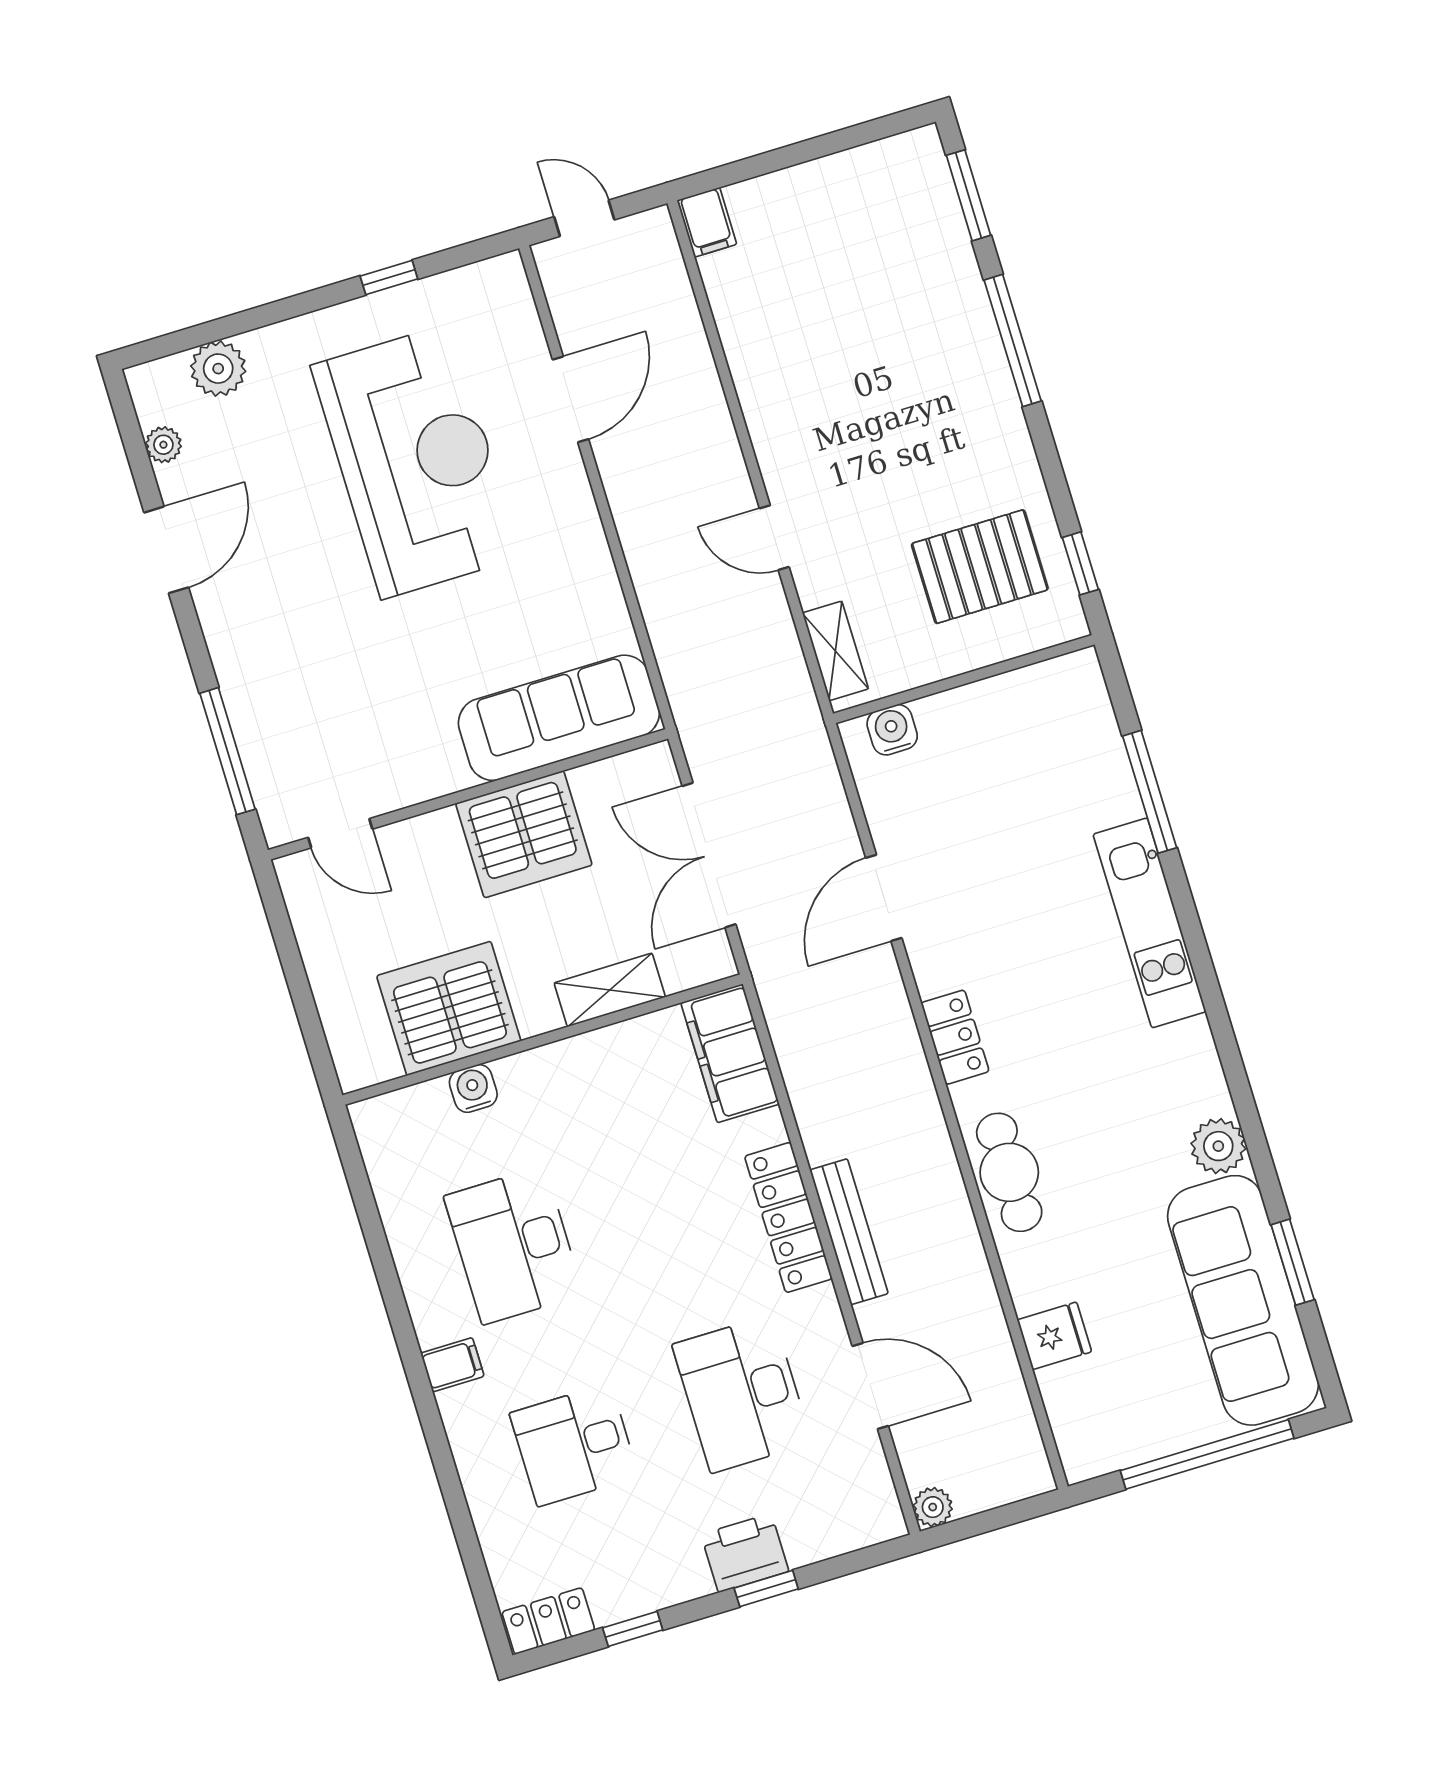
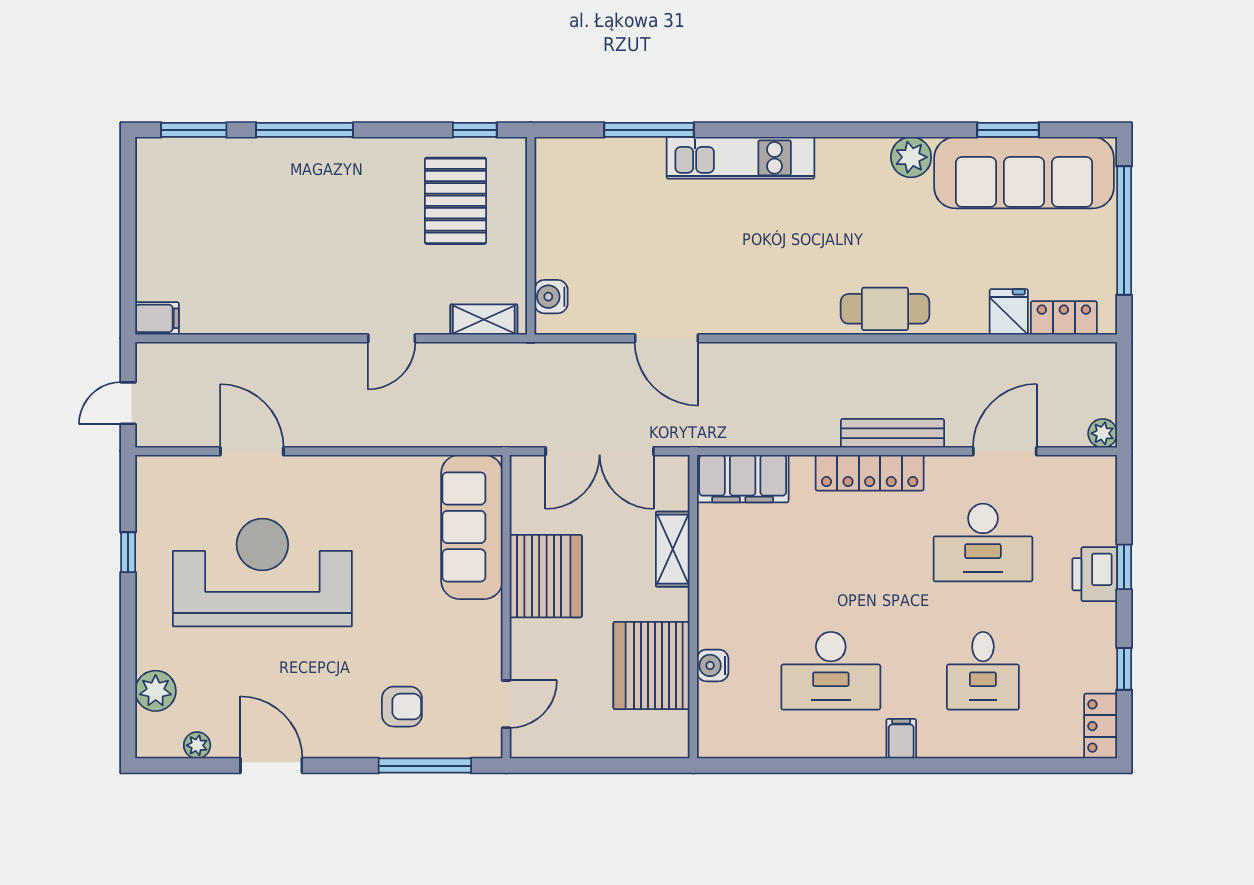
armchair: (296, 698) -> (402, 707), added
locker: (955, 1037) -> (1064, 318), moved

